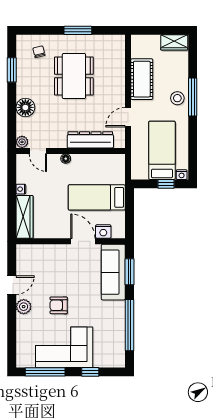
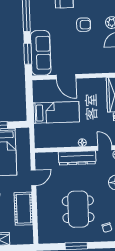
dresser: (90, 140) -> (77, 158), moved
nightstand: (103, 232) -> (50, 85), removed

